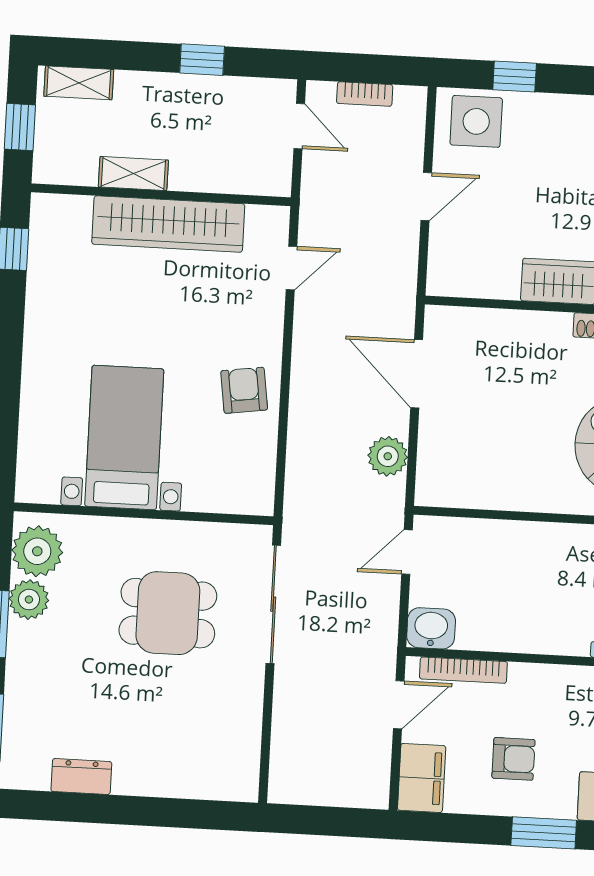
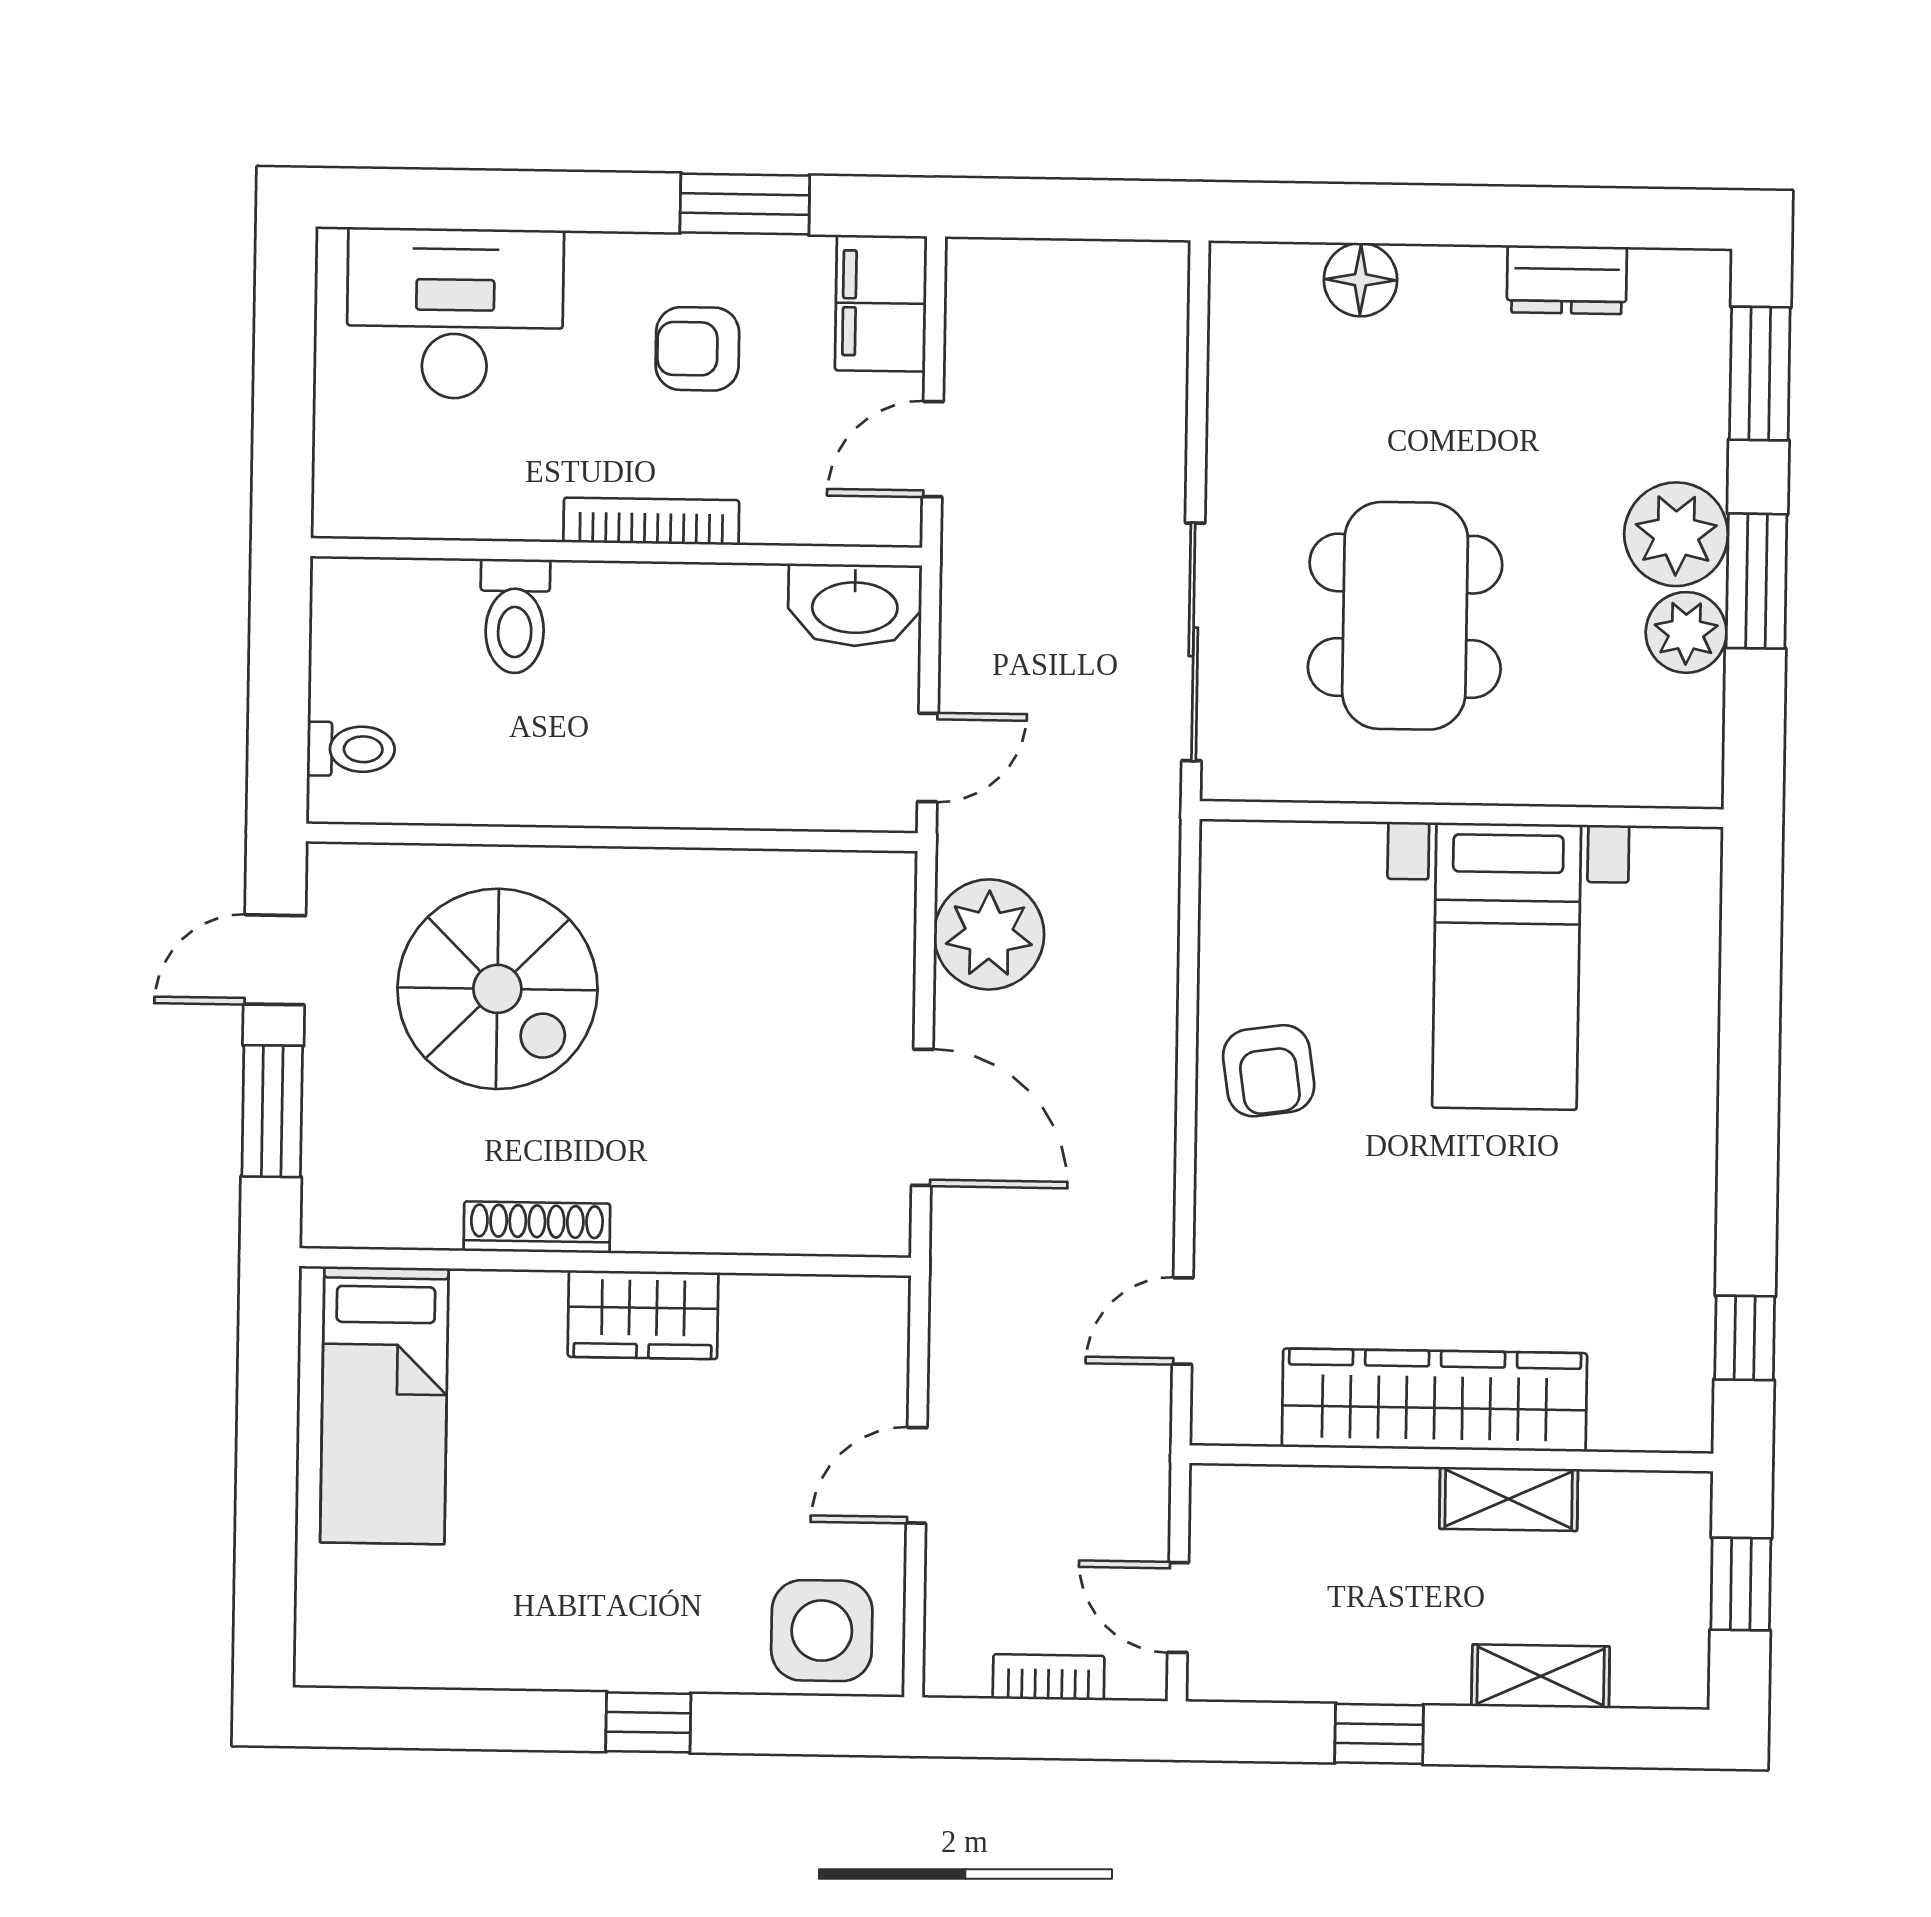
window: (515, 77) -> (648, 1722), moved
shelving: (79, 83) -> (1541, 1676), moved
plant: (388, 456) -> (989, 934), width x1.36, depth x1.36
plant: (37, 551) -> (1676, 534), moved
dining table: (168, 613) -> (1405, 616), width x1.38
washbasin: (431, 628) -> (855, 605), width x1.38
bookcase: (463, 670) -> (651, 521), moved
floor lamp: (184, 780) -> (1361, 280), added
window: (544, 833) -> (745, 204), moved

